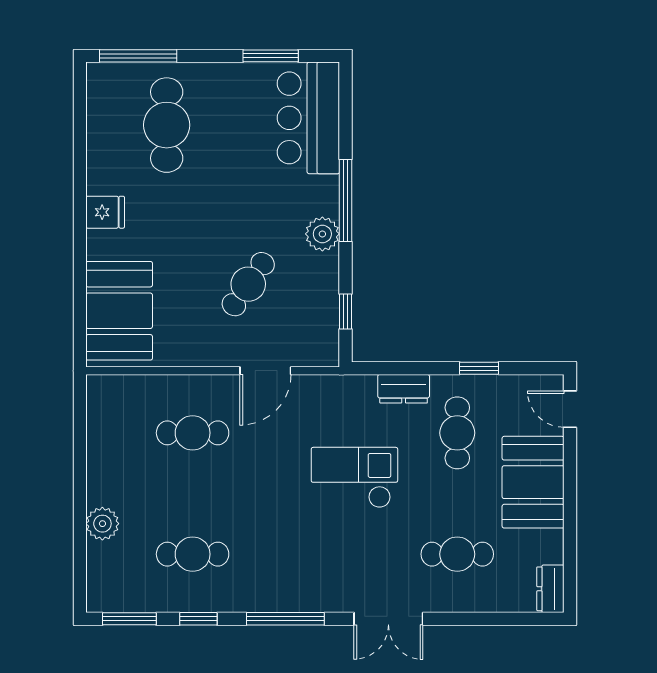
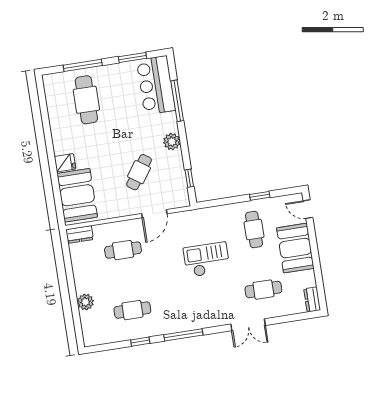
window: (138, 56) -> (83, 65), moved
window: (346, 200) -> (177, 101), moved
fridge: (105, 212) -> (65, 163), moved
dresser: (404, 389) -> (80, 234), moved
window: (129, 619) -> (106, 347), removed
double door: (388, 619) -> (248, 325), moved

